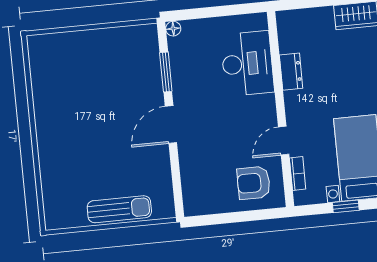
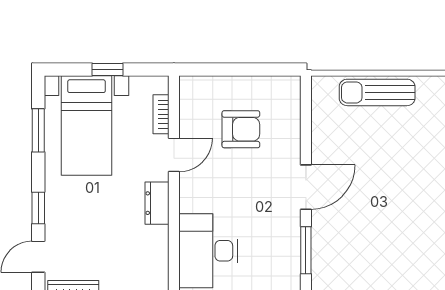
dresser: (291, 72) -> (157, 203), moved
armchair: (254, 183) -> (241, 129), moved

